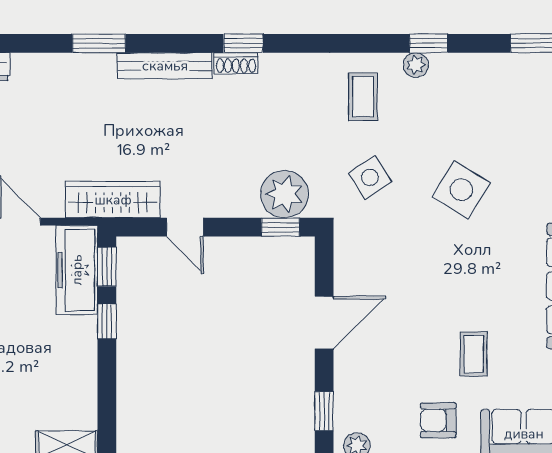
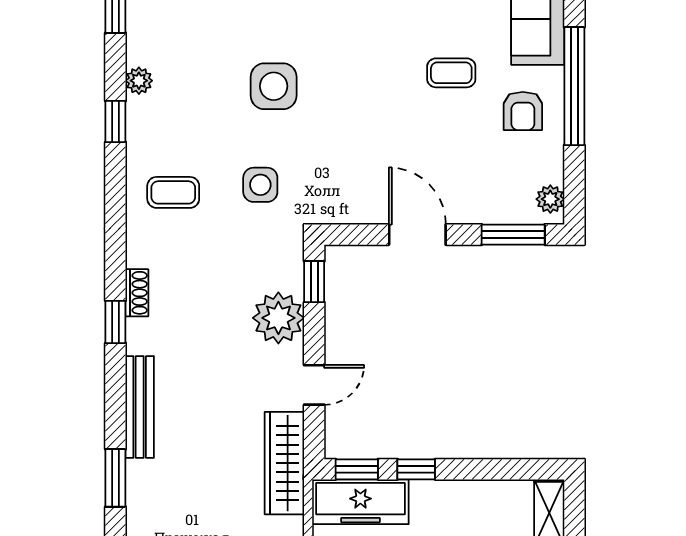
shoe rack: (236, 63) -> (137, 293), moved
plant: (416, 65) -> (139, 81), moved
side table: (370, 177) -> (260, 185), turned 33
side table: (461, 190) -> (274, 86), turned -32
plant: (285, 194) -> (278, 318), moved
window: (324, 411) -> (513, 235), width x1.50

